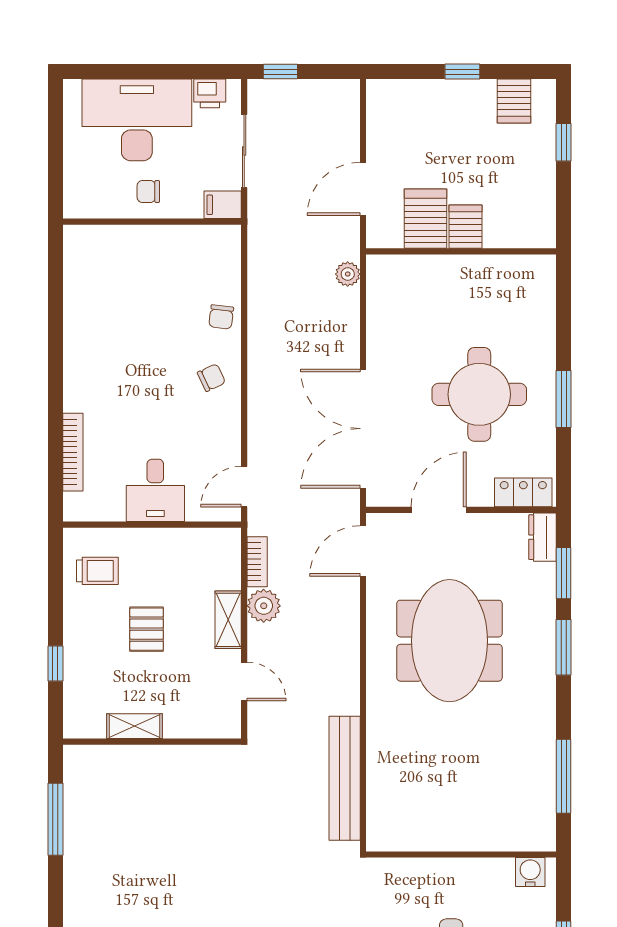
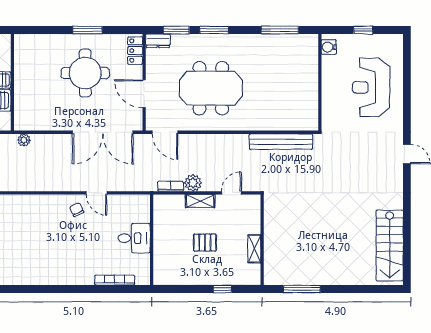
chair: (221, 317) -> (46, 205), removed
door: (244, 487) -> (96, 193), moved
trolley: (97, 571) -> (175, 268), removed

